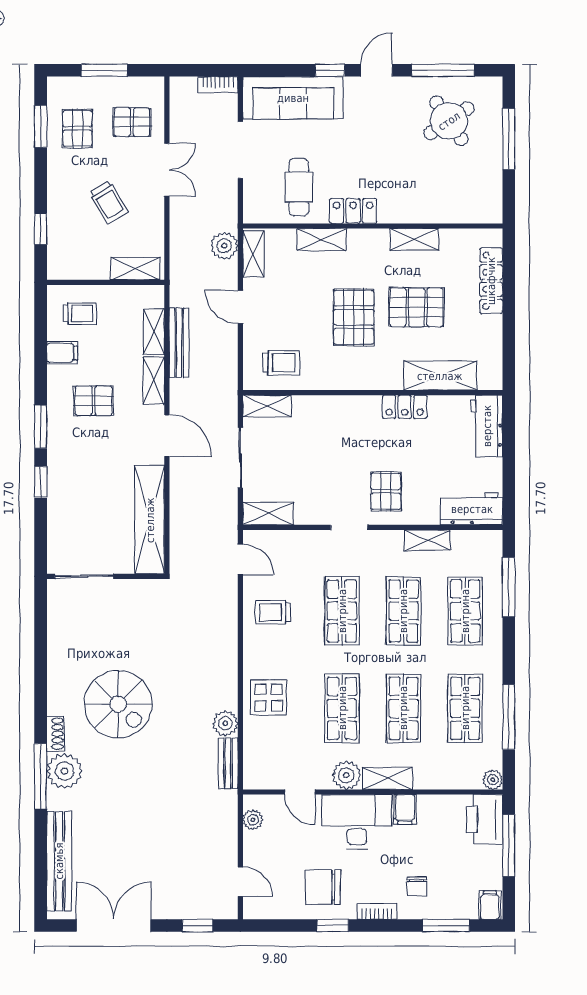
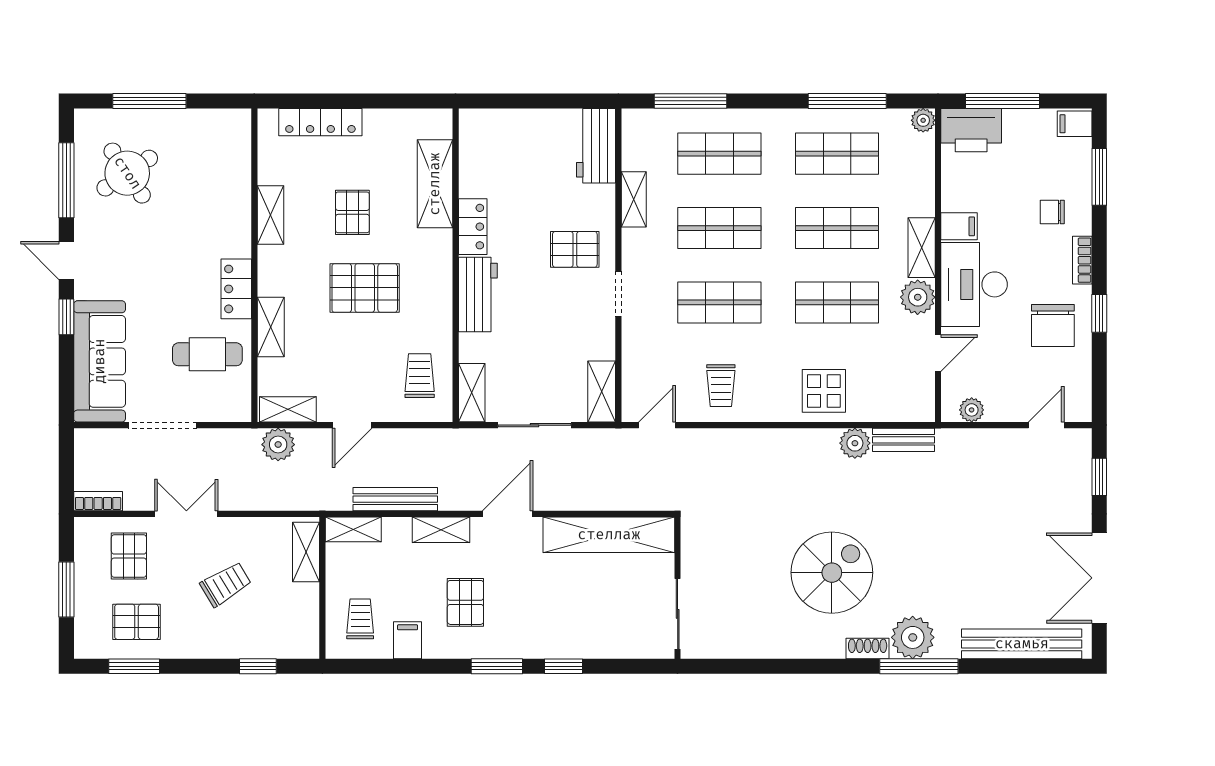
bookcase: (218, 85) -> (98, 501), moved, turned -90
pallet: (416, 307) -> (352, 212), width x0.67, depth x0.71
shelving: (154, 332) -> (353, 529), moved
workbench: (487, 426) -> (478, 294), moved, turned -90
chair: (417, 887) -> (1052, 212), turned 180

